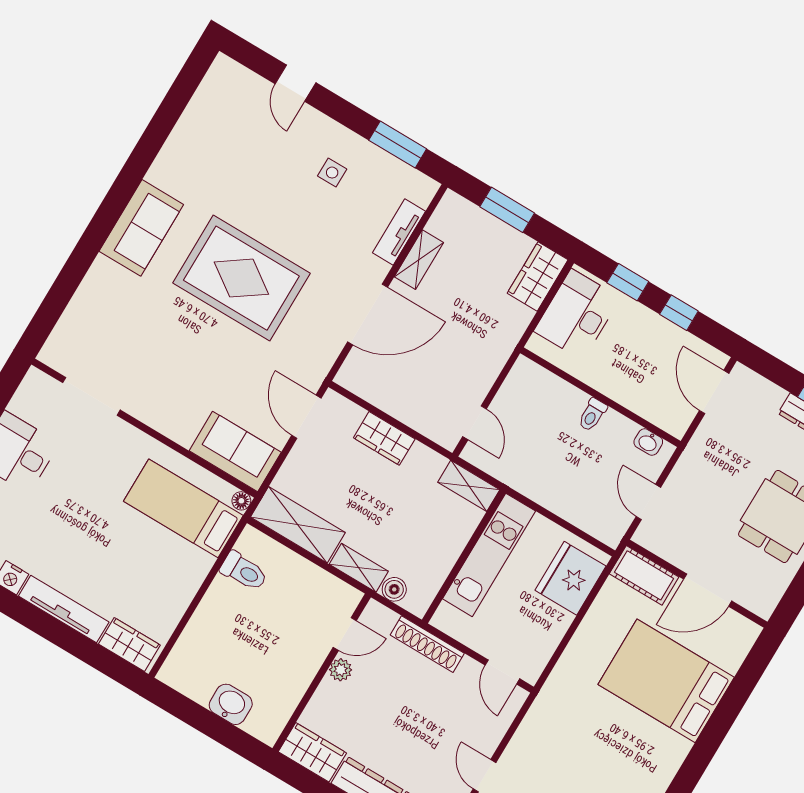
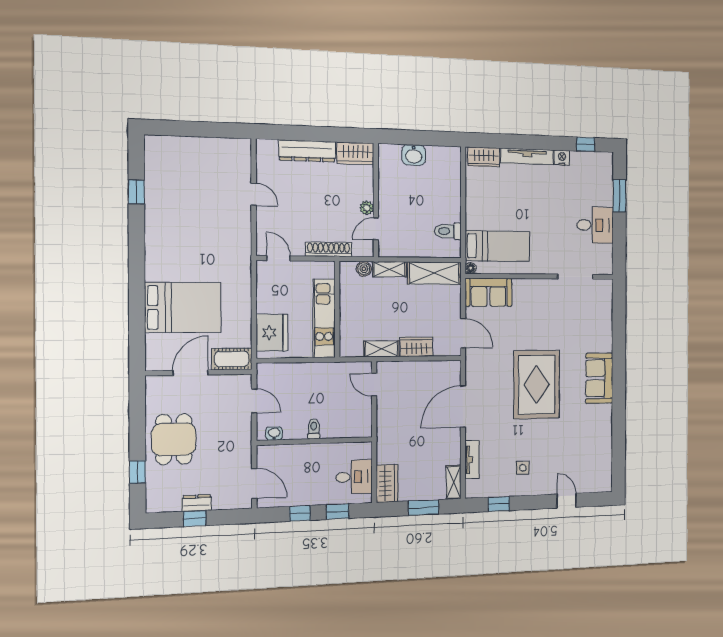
window: (398, 144) -> (499, 504), width x0.67
shelving: (419, 260) -> (454, 482), moved
rug: (241, 278) -> (537, 384), turned 90
desk: (577, 315) -> (354, 477), width x0.73
shelving: (469, 486) -> (381, 349), moved

